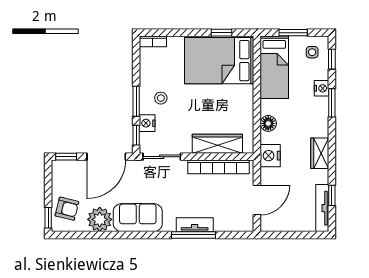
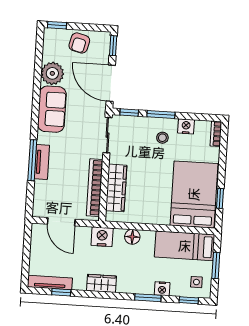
nightstand: (147, 123) -> (186, 126), moved
armchair: (67, 209) -> (79, 43), moved

